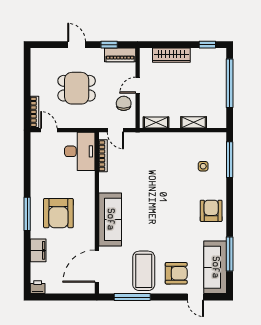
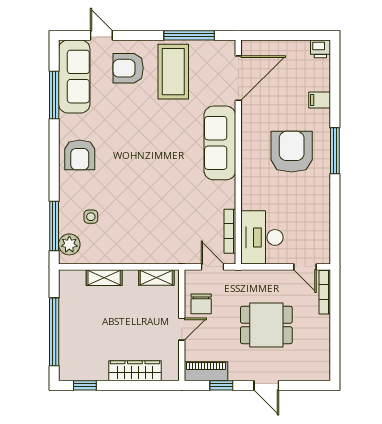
plant: (219, 146) -> (69, 244), added
filing cabinet: (38, 250) -> (320, 100), width x0.50

